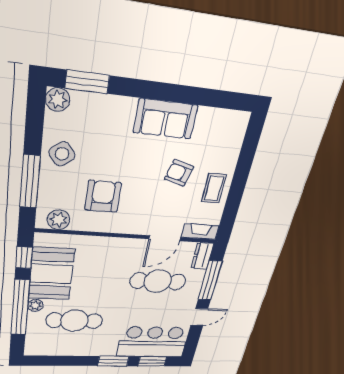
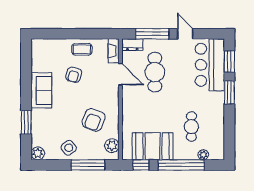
window: (87, 82) -> (26, 122), moved
armchair: (103, 196) -> (94, 120), turned -69
plant: (35, 305) -> (203, 155), moved
cafe table: (74, 321) -> (191, 127), width x0.73, depth x0.74

